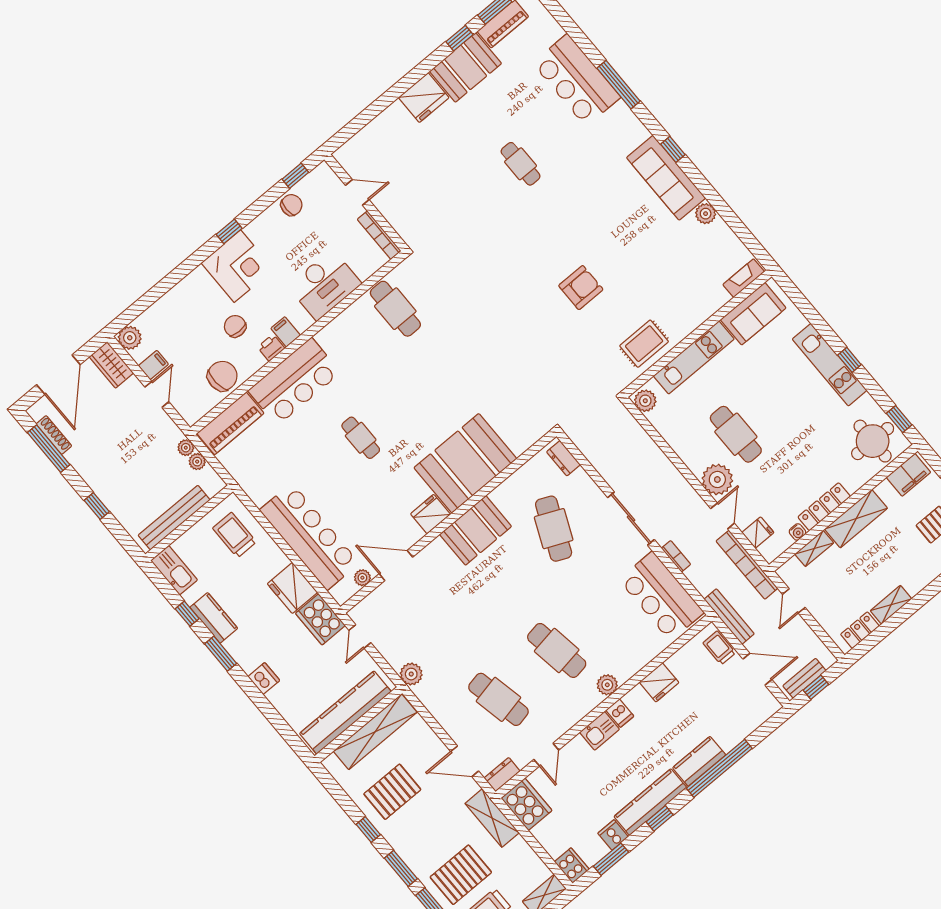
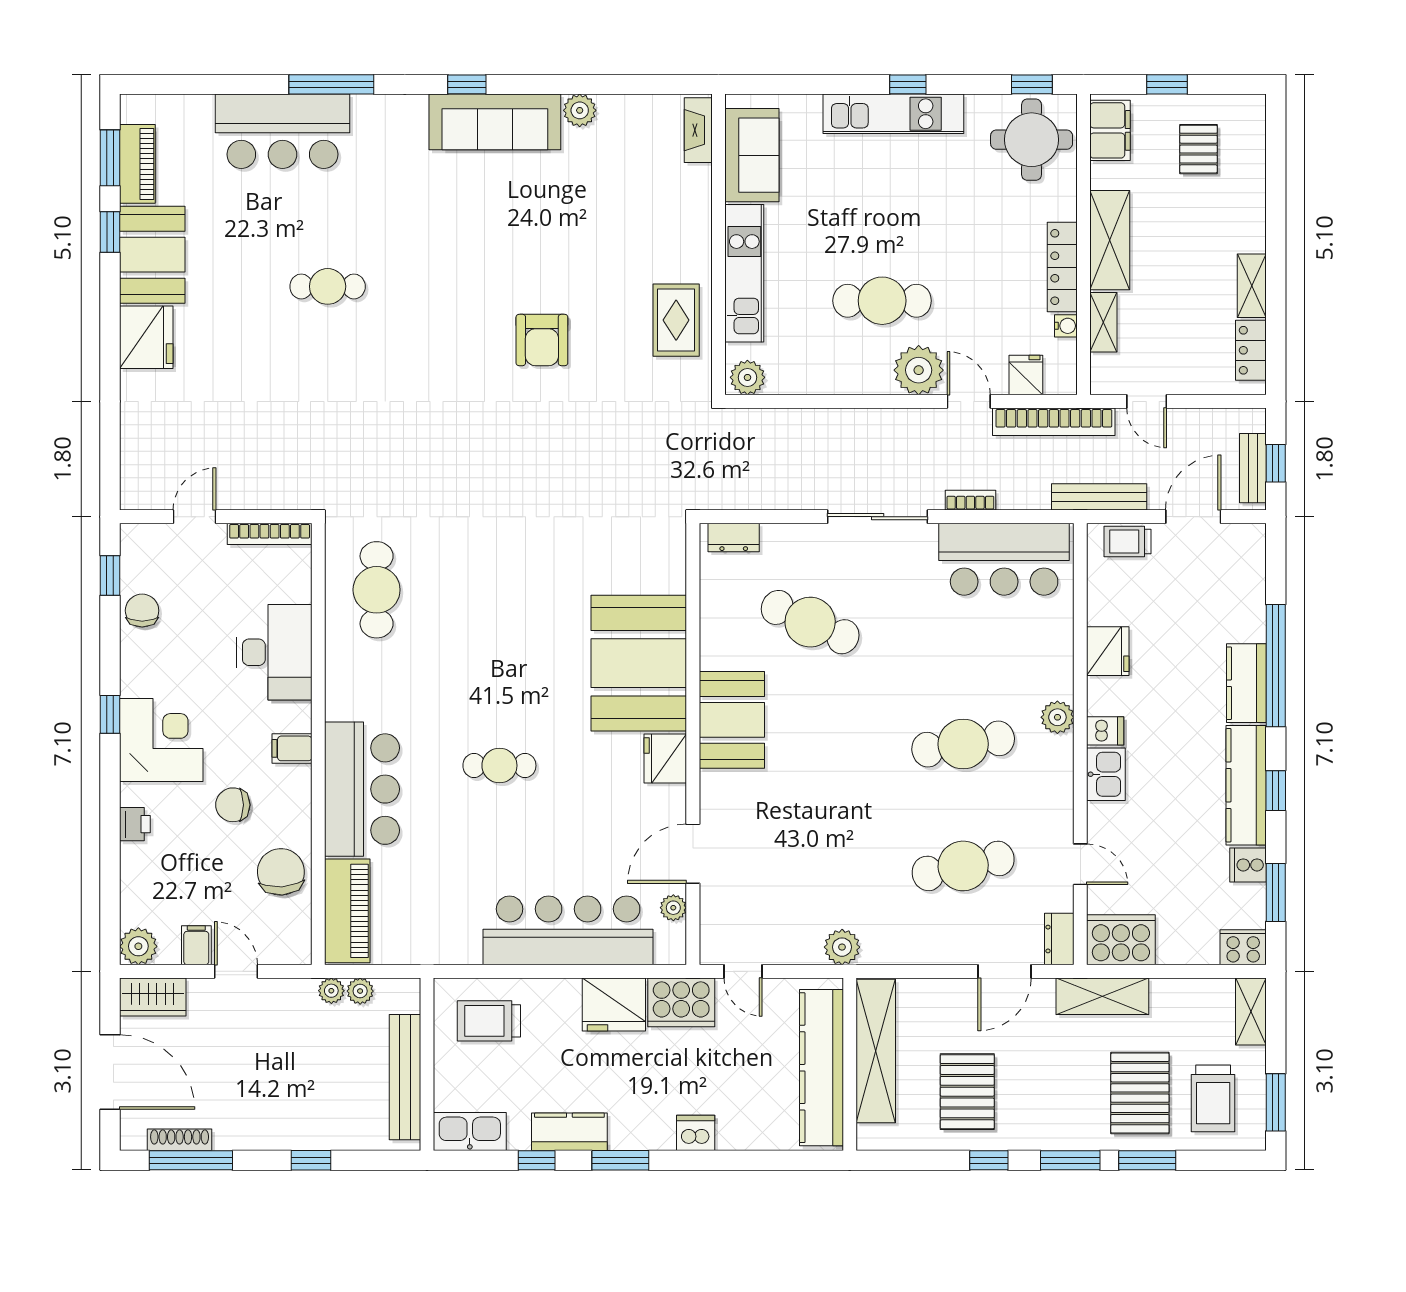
armchair: (581, 288) -> (542, 340), turned 180
cafe table: (395, 309) -> (377, 590), turned 90
printer: (271, 348) -> (135, 824), moved, turned 180

